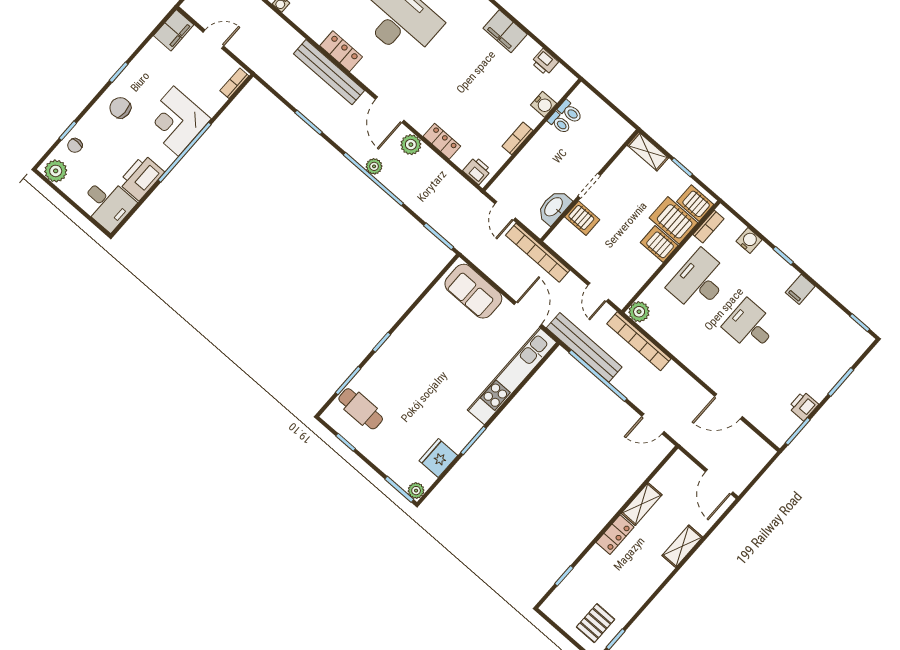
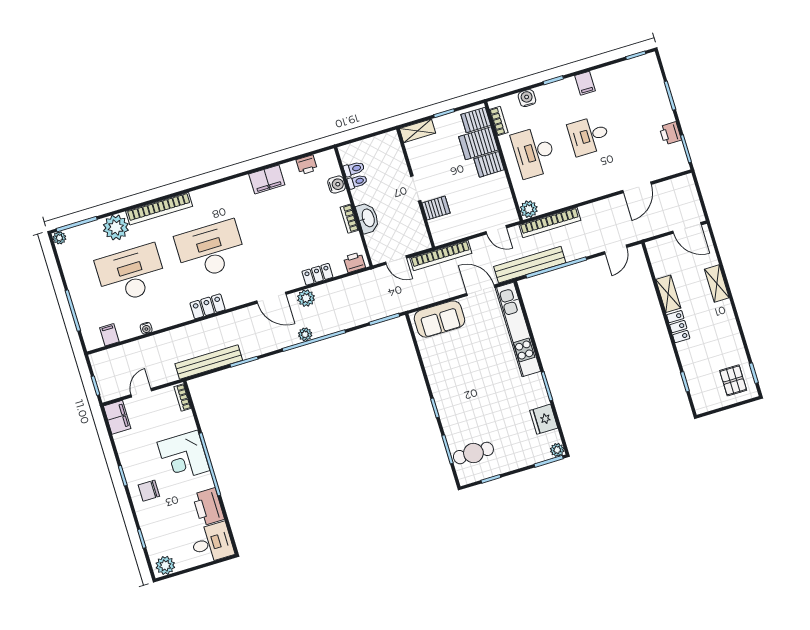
bench: (329, 72) -> (209, 362), moved
chair: (75, 145) -> (156, 540), removed
washbasin: (554, 207) -> (368, 218), moved, turned 180

